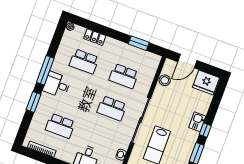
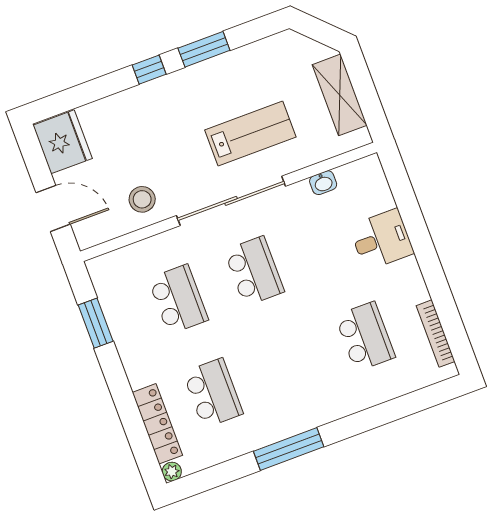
locker: (95, 37) -> (157, 424), width x1.53
stool: (165, 80) -> (142, 199), moved
desk: (57, 85) -> (297, 406), removed
window: (34, 102) -> (364, 421), removed
kitchen sink: (197, 122) -> (147, 97), removed

